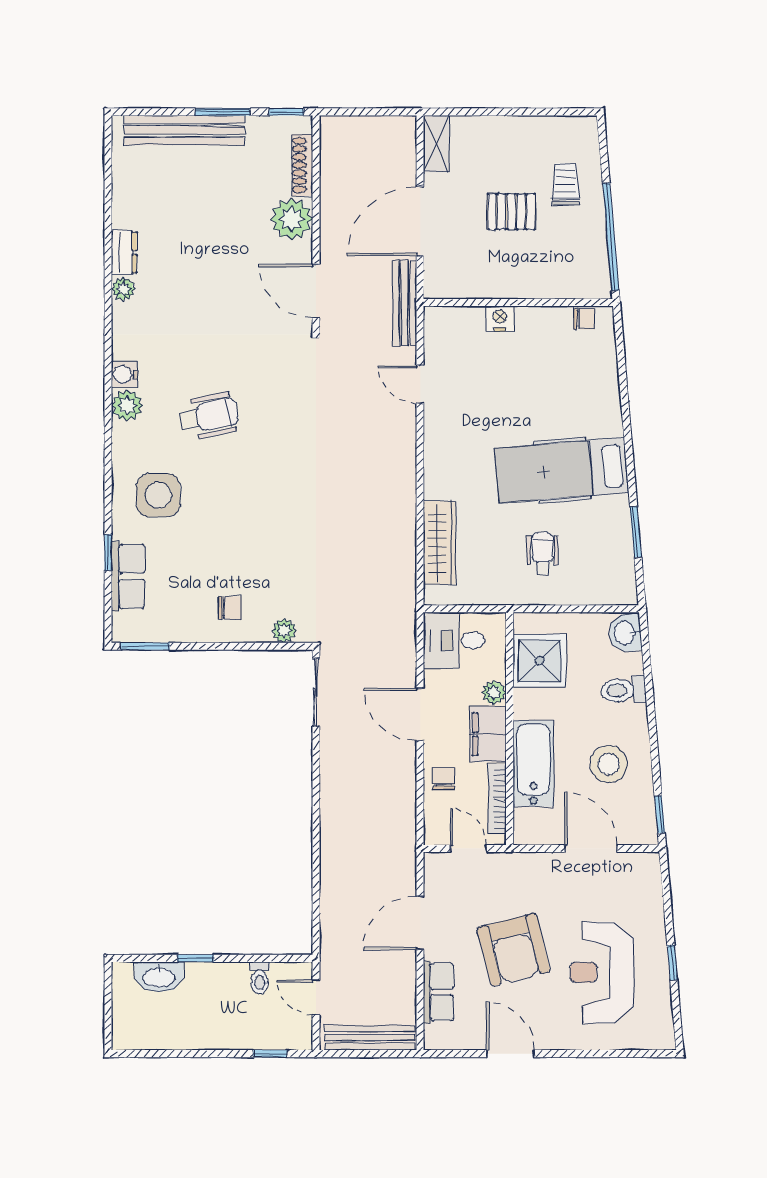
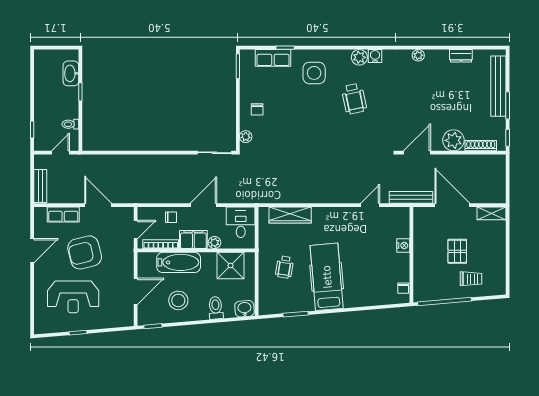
dresser: (124, 252) -> (461, 56), moved
wheelchair: (543, 554) -> (285, 267), turned 99
reception desk: (602, 972) -> (73, 297), turned 180
bench: (370, 1038) -> (40, 186), width x0.73

